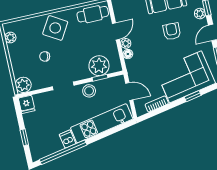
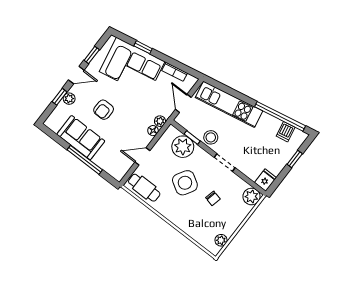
side table: (55, 28) -> (185, 183), moved
plant: (126, 43) -> (160, 121), moved
dishwasher: (68, 139) -> (286, 132), moved

